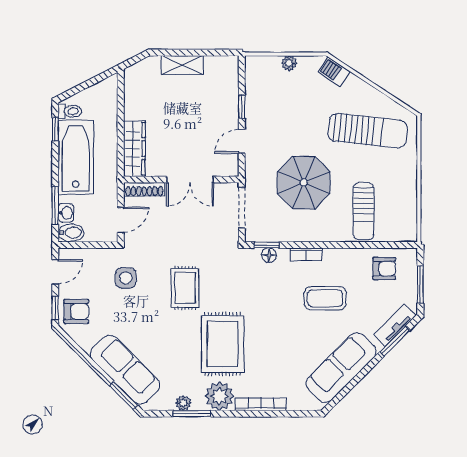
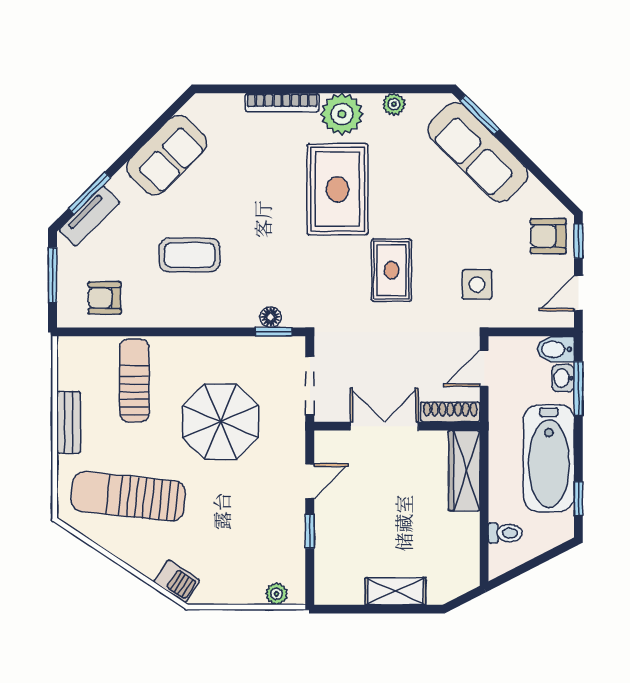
plant: (289, 63) -> (276, 594), moved
toilet: (70, 111) -> (505, 533), moved, turned 180
bench: (409, 182) -> (69, 422), added
bookcase: (306, 254) -> (217, 318), removed
sofa: (341, 368) -> (167, 155), width x0.73
window: (192, 414) -> (382, 89), removed

